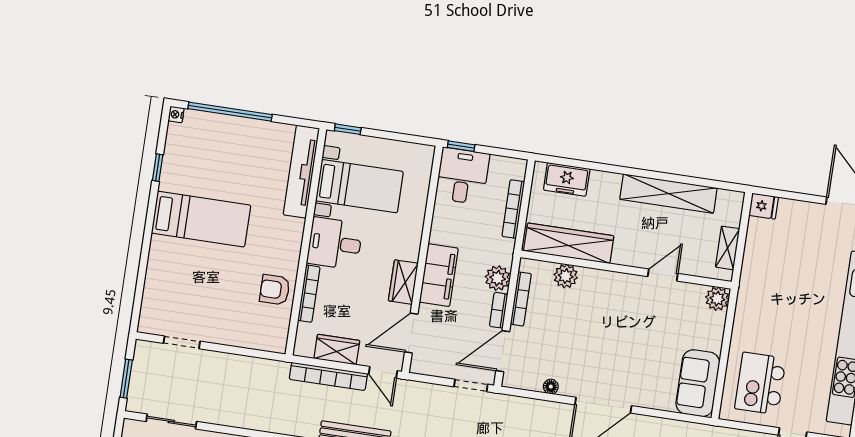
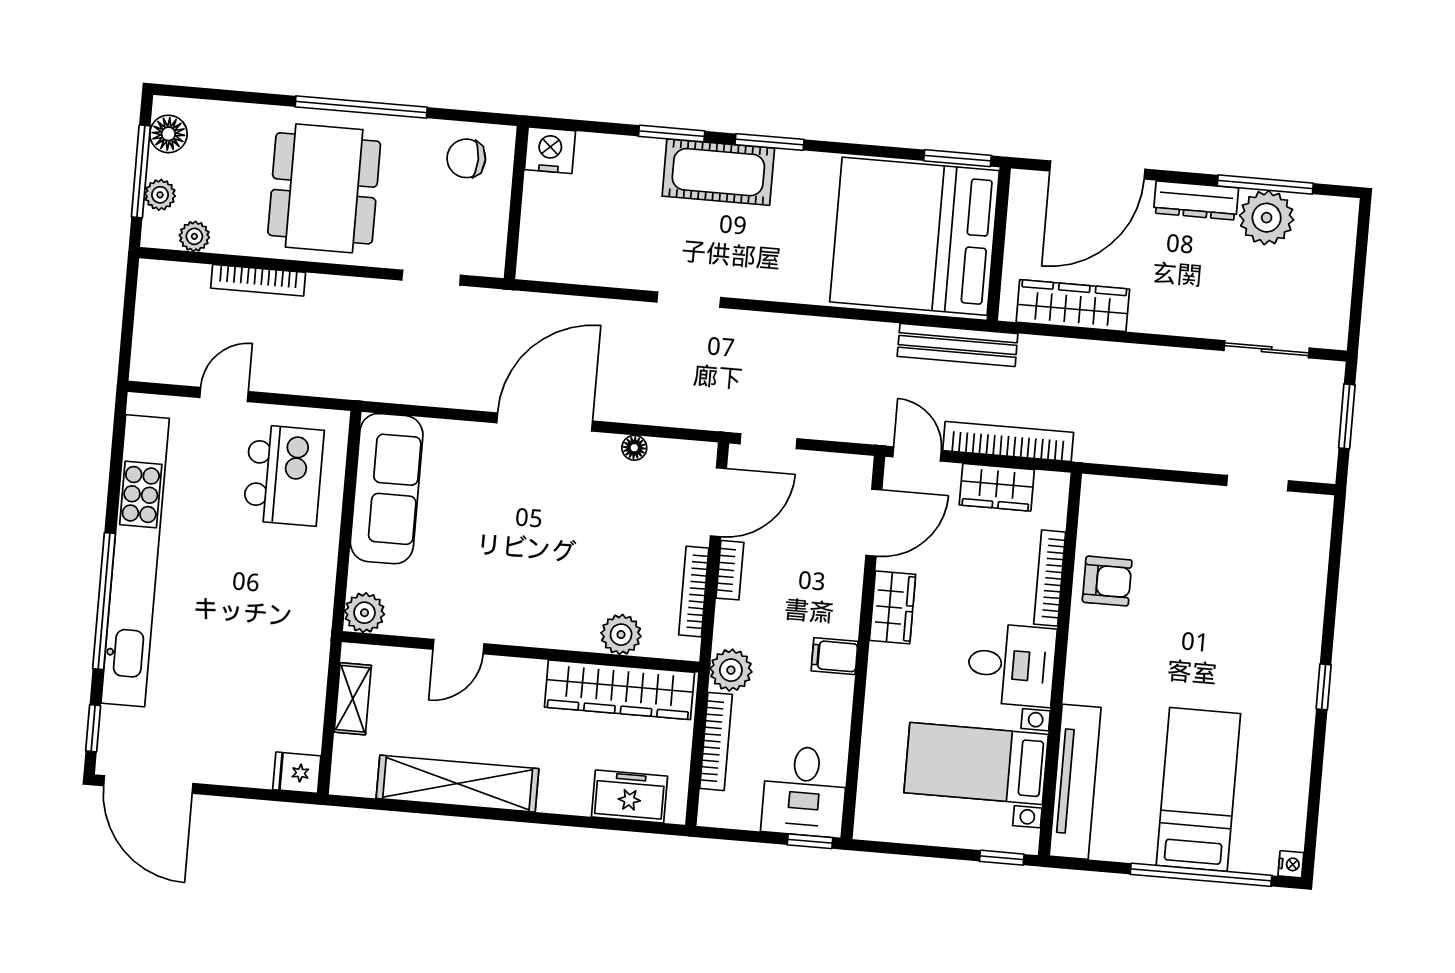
window: (158, 168) -> (1324, 687), moved
bed: (201, 219) -> (1198, 789), moved, turned 90
filing cabinet: (439, 275) -> (835, 656), width x0.33, depth x0.86
plant: (498, 278) -> (731, 670), moved
sofa: (698, 383) -> (387, 489), width x1.36

